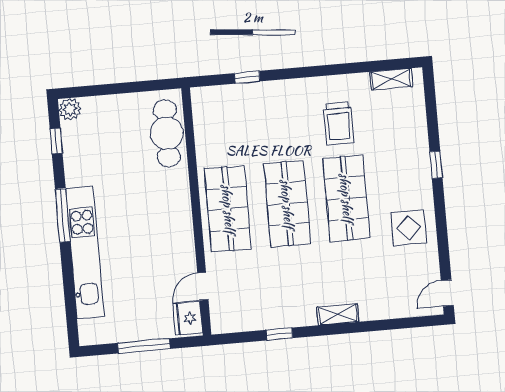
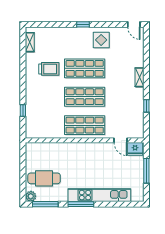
cafe table: (167, 133) -> (44, 178), moved
window: (56, 141) -> (45, 204), width x2.17
window: (436, 165) -> (83, 24), moved

